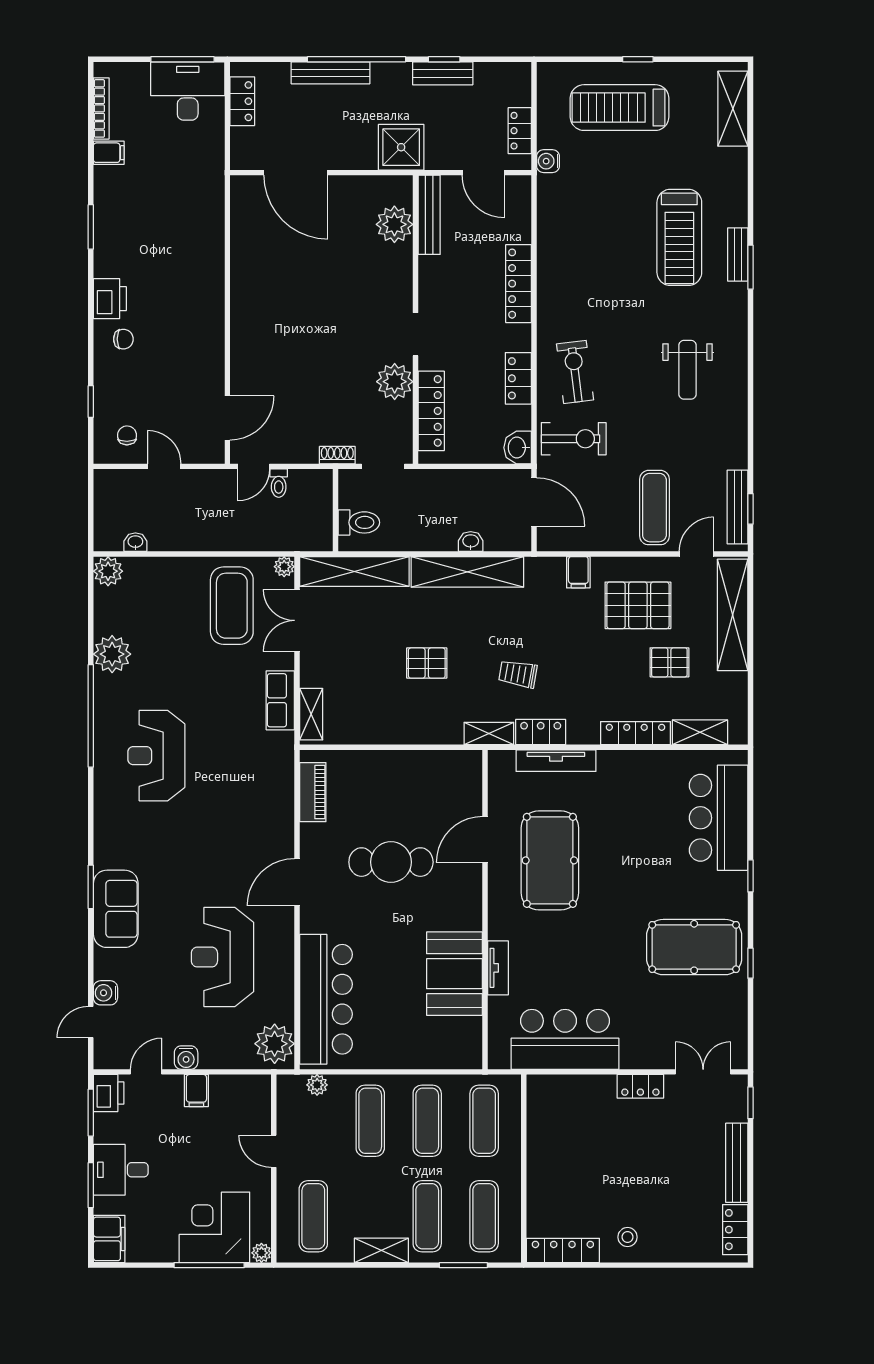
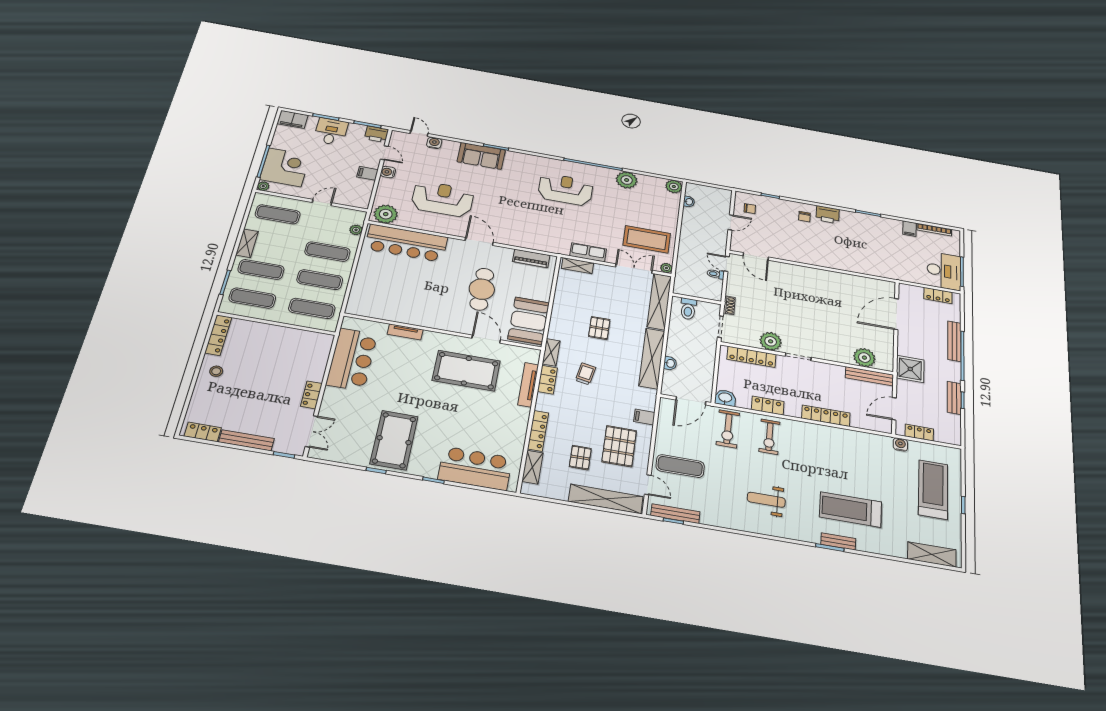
exercise bike: (575, 372) -> (769, 437), turned 97
booth: (454, 974) -> (529, 321), moved, turned 90

